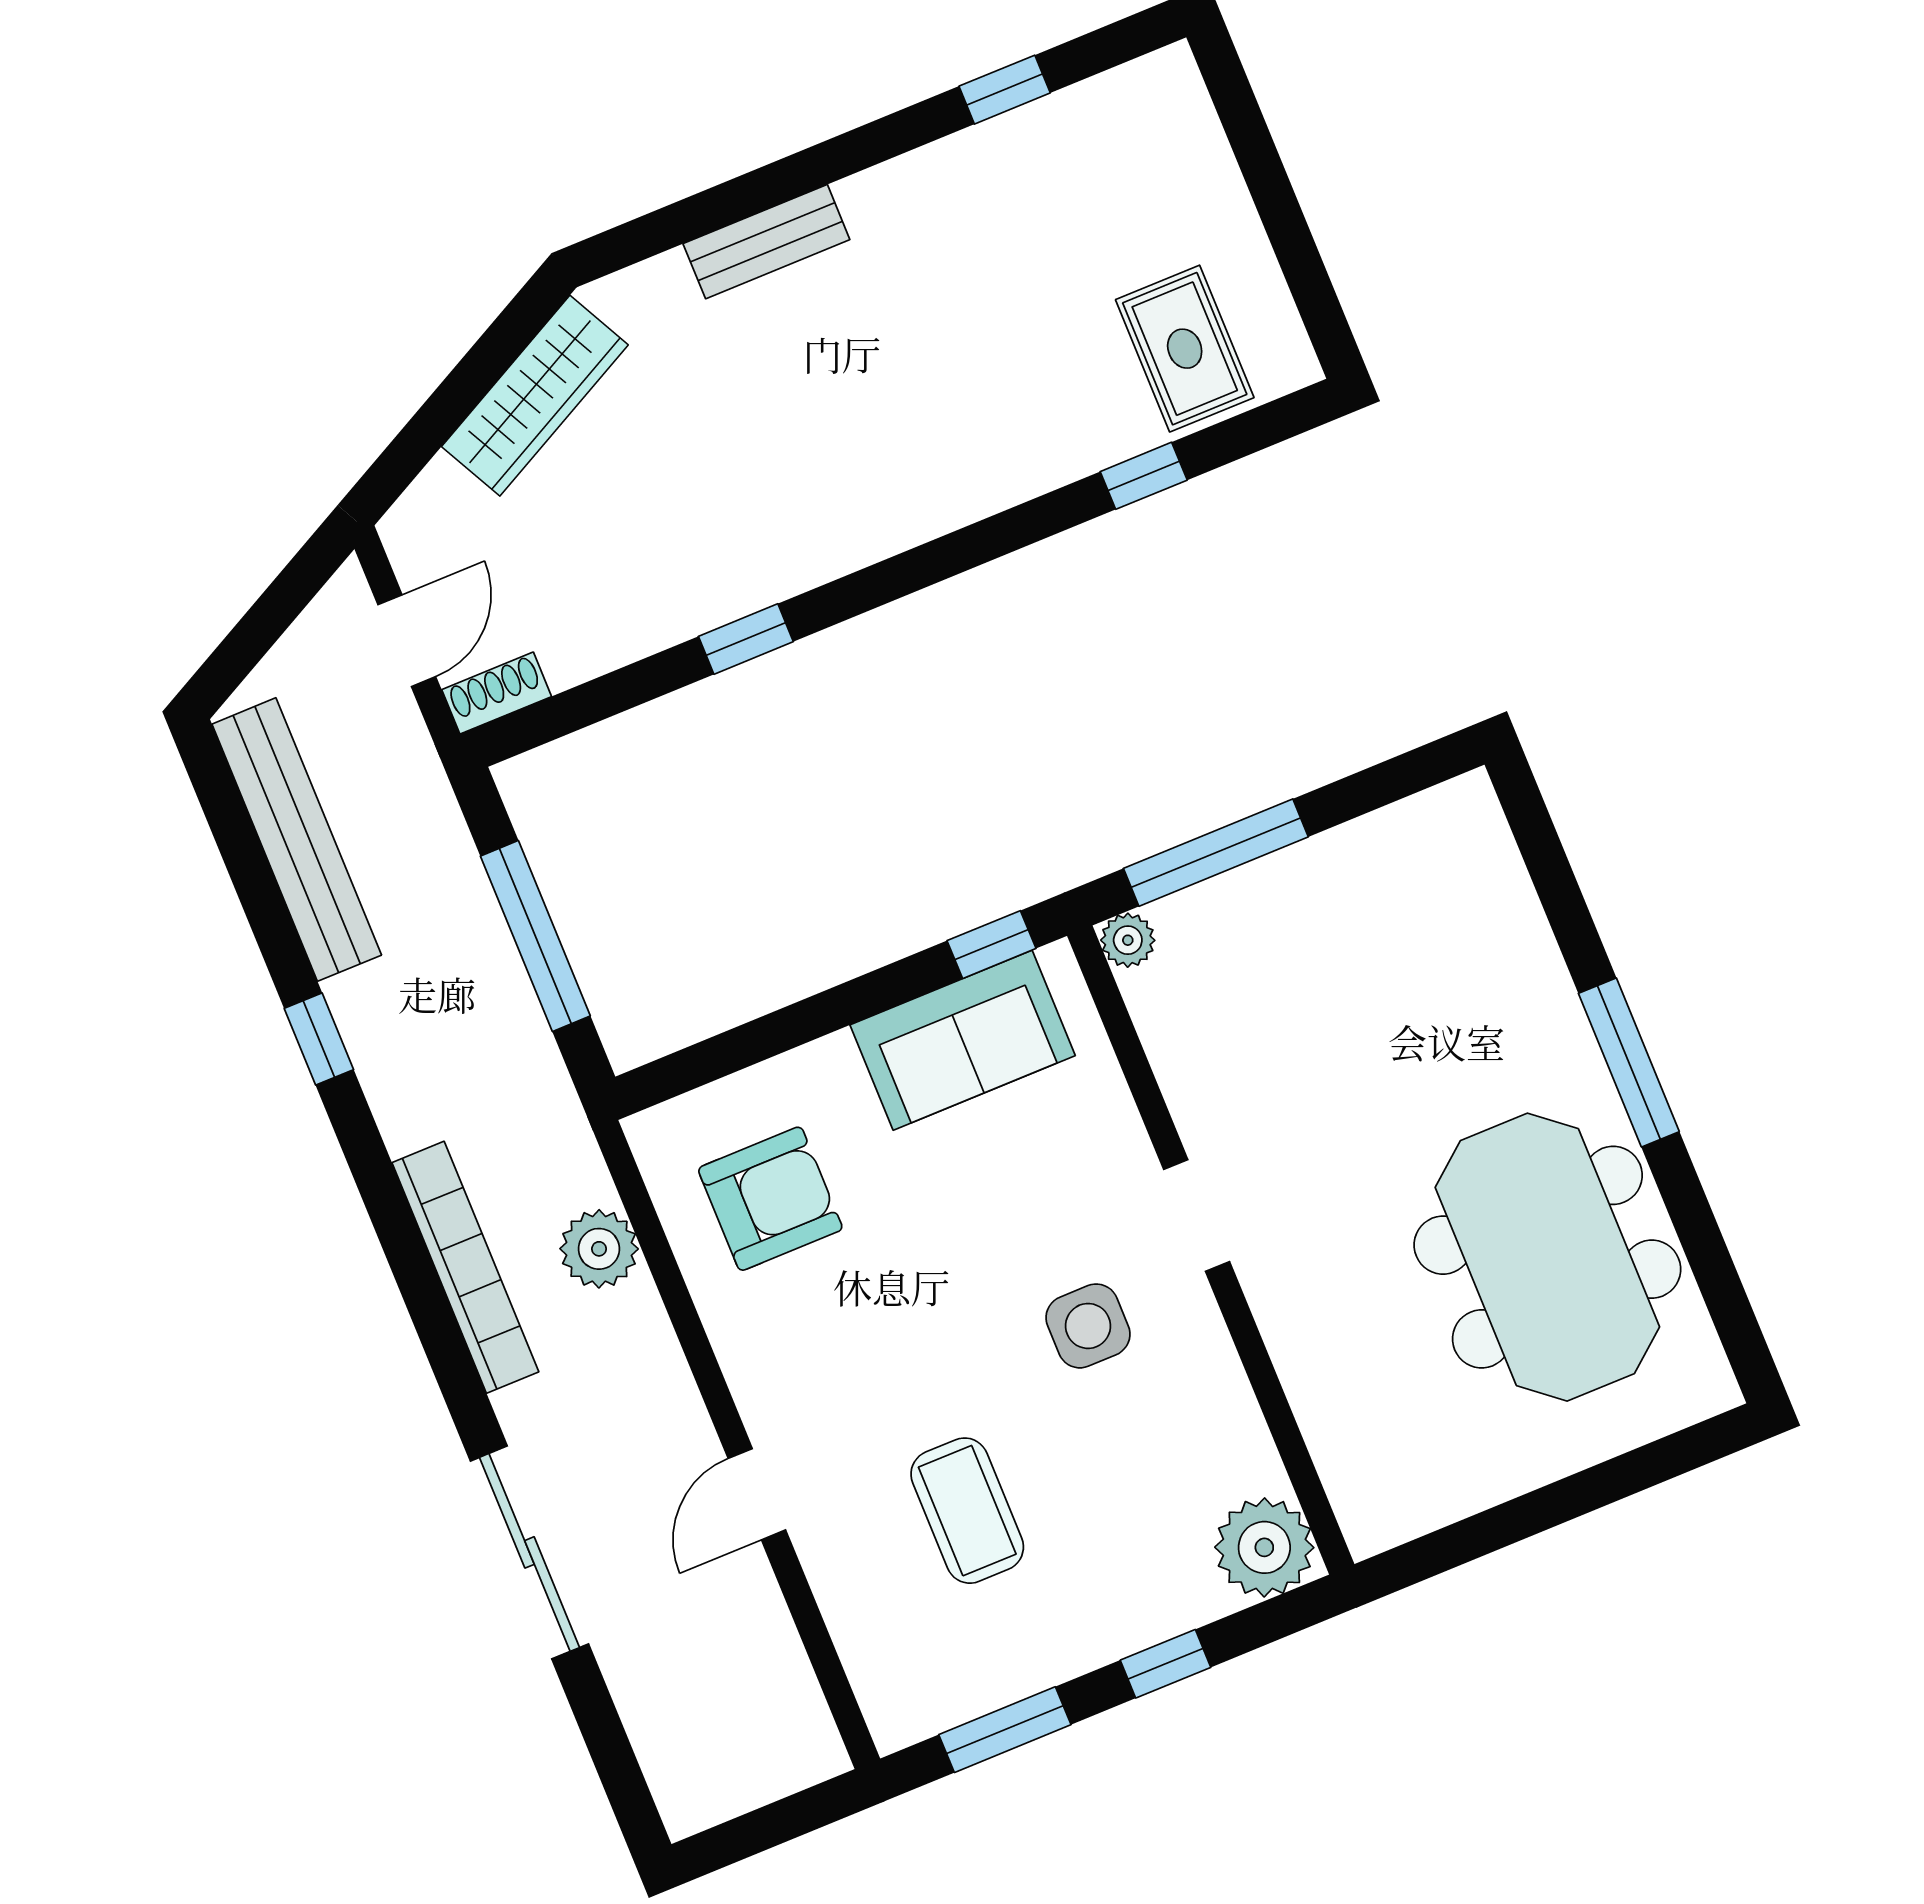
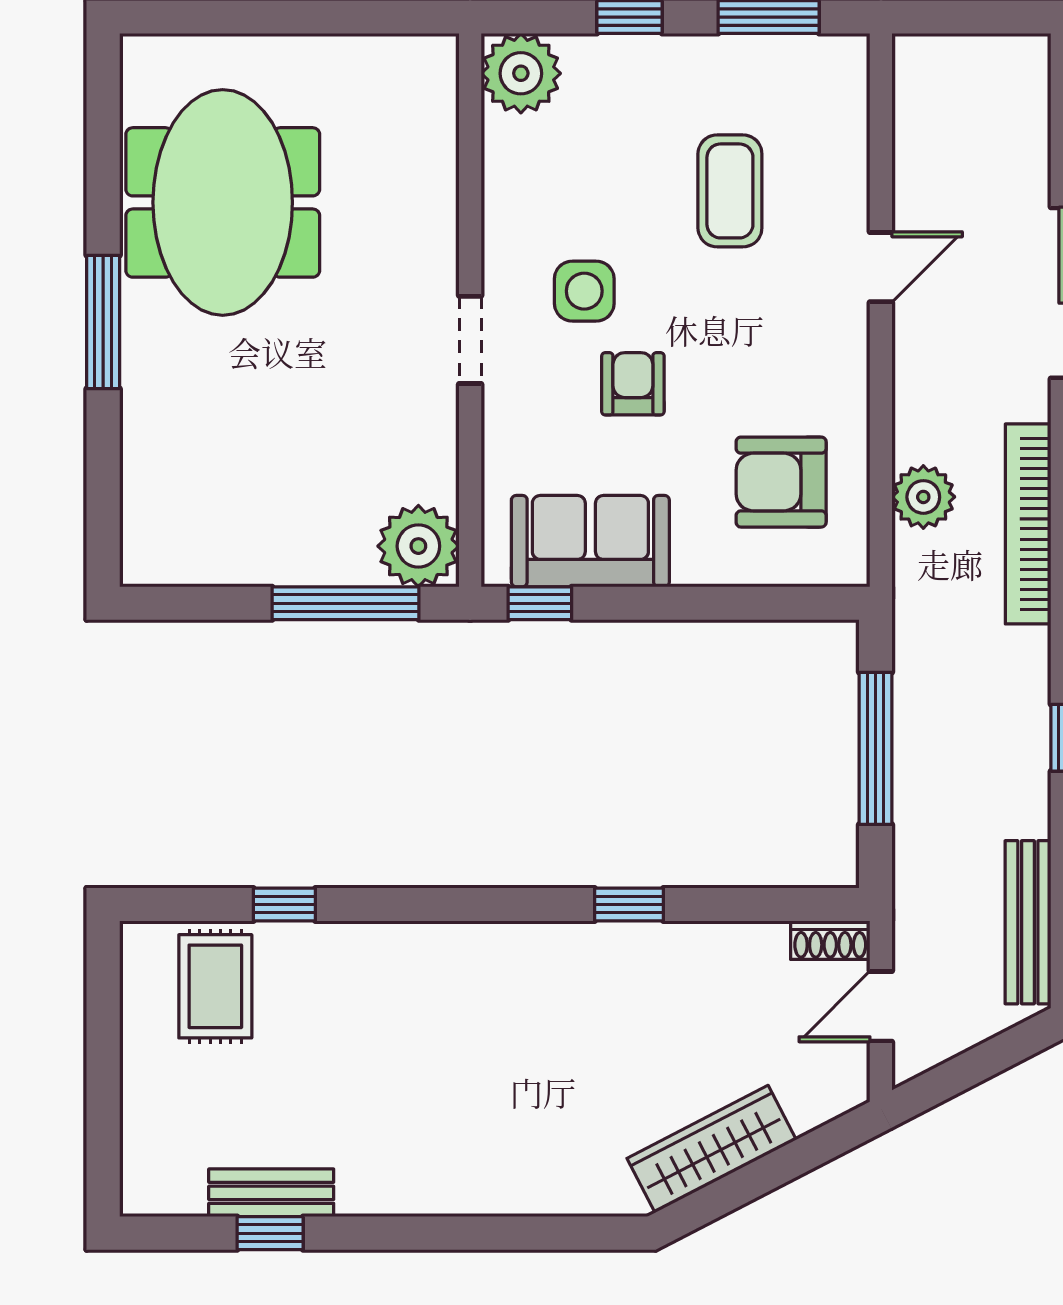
bench: (766, 242) -> (271, 1193), moved
bench: (297, 840) -> (1028, 922), width x0.73, depth x0.82
plant: (1128, 940) -> (418, 546), width x1.88, depth x1.88
armchair: (988, 1242) -> (633, 384), added

